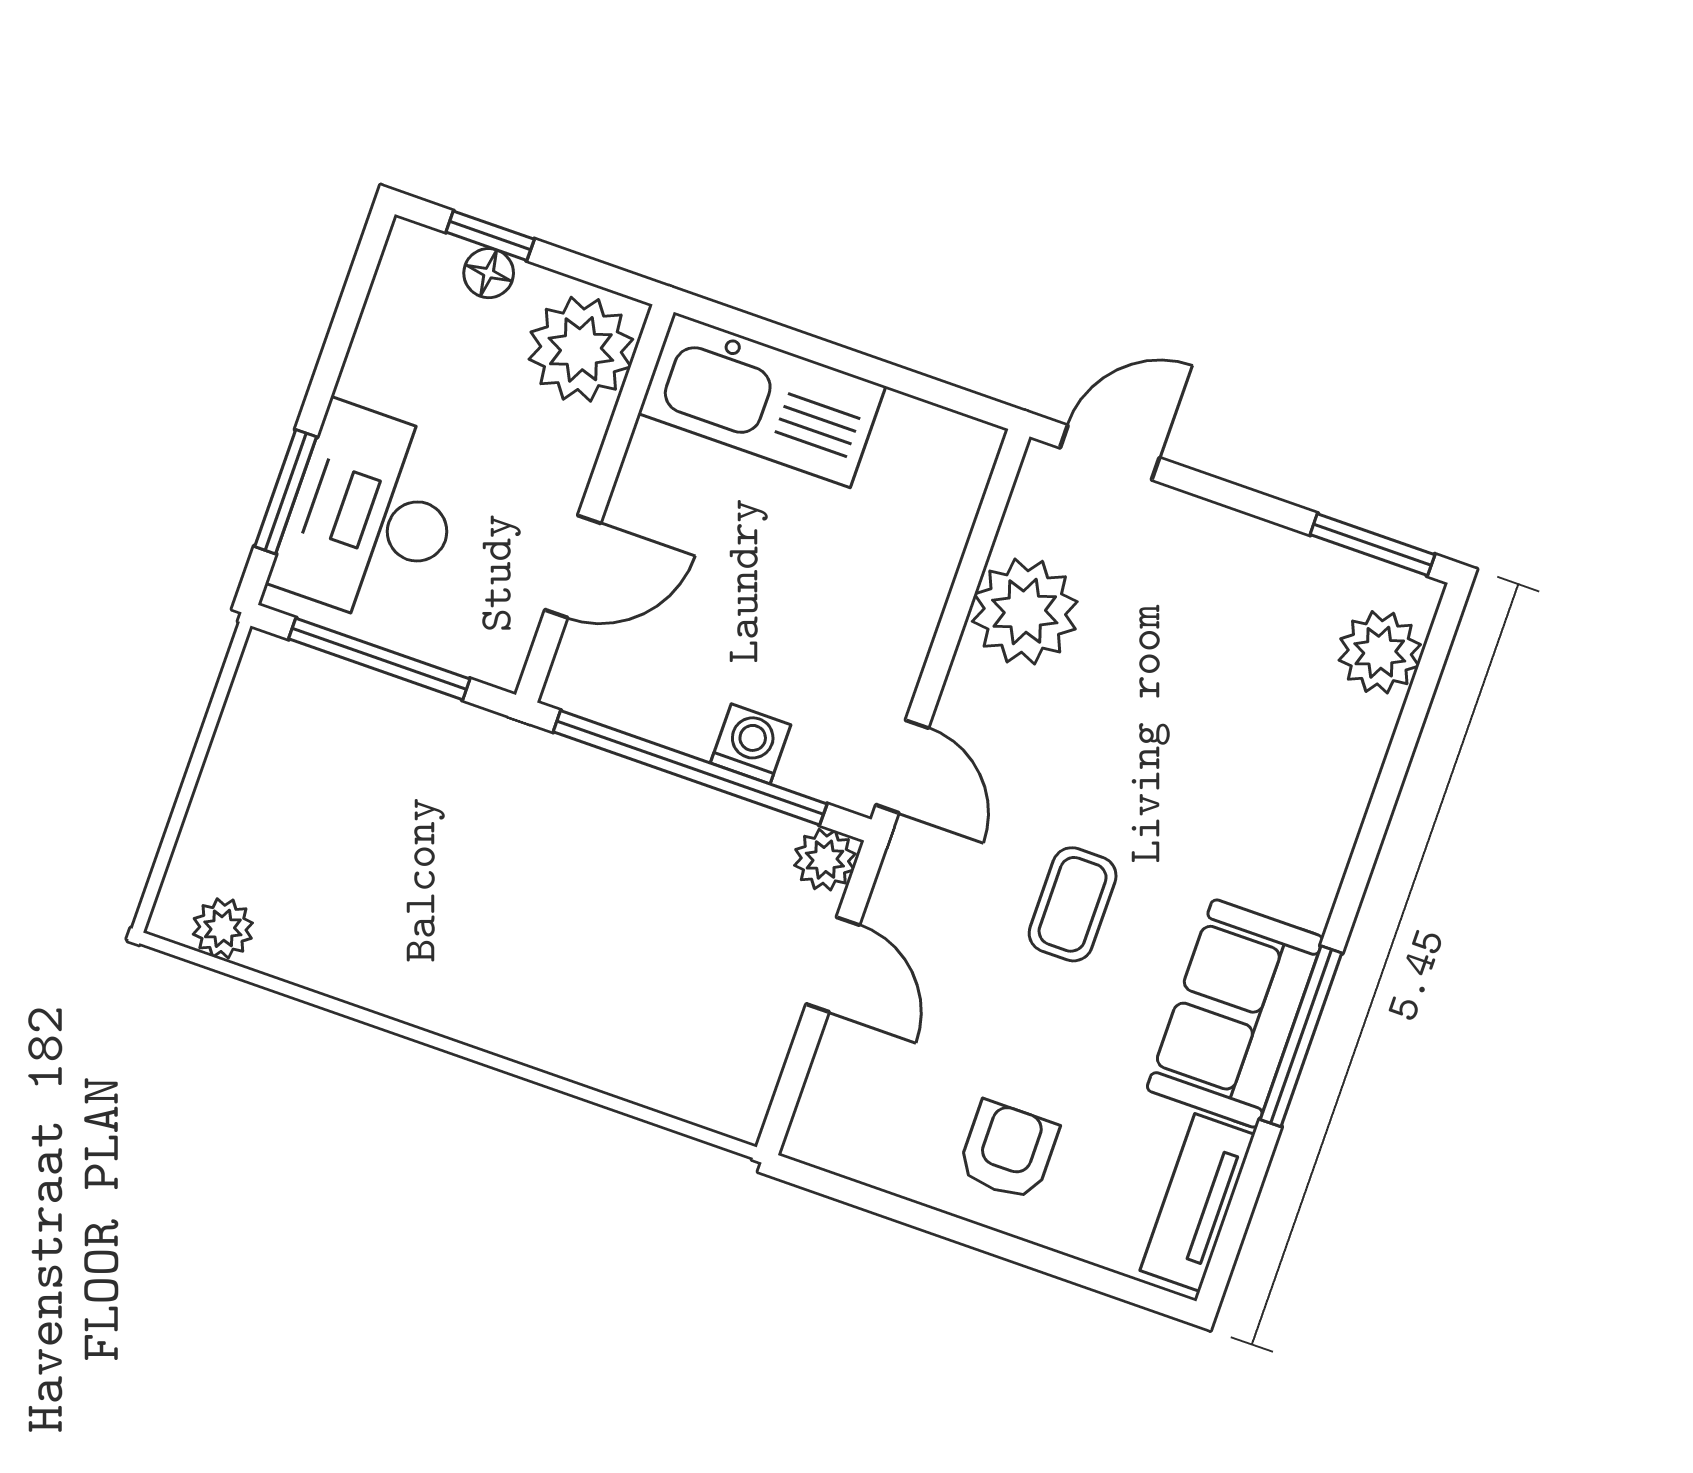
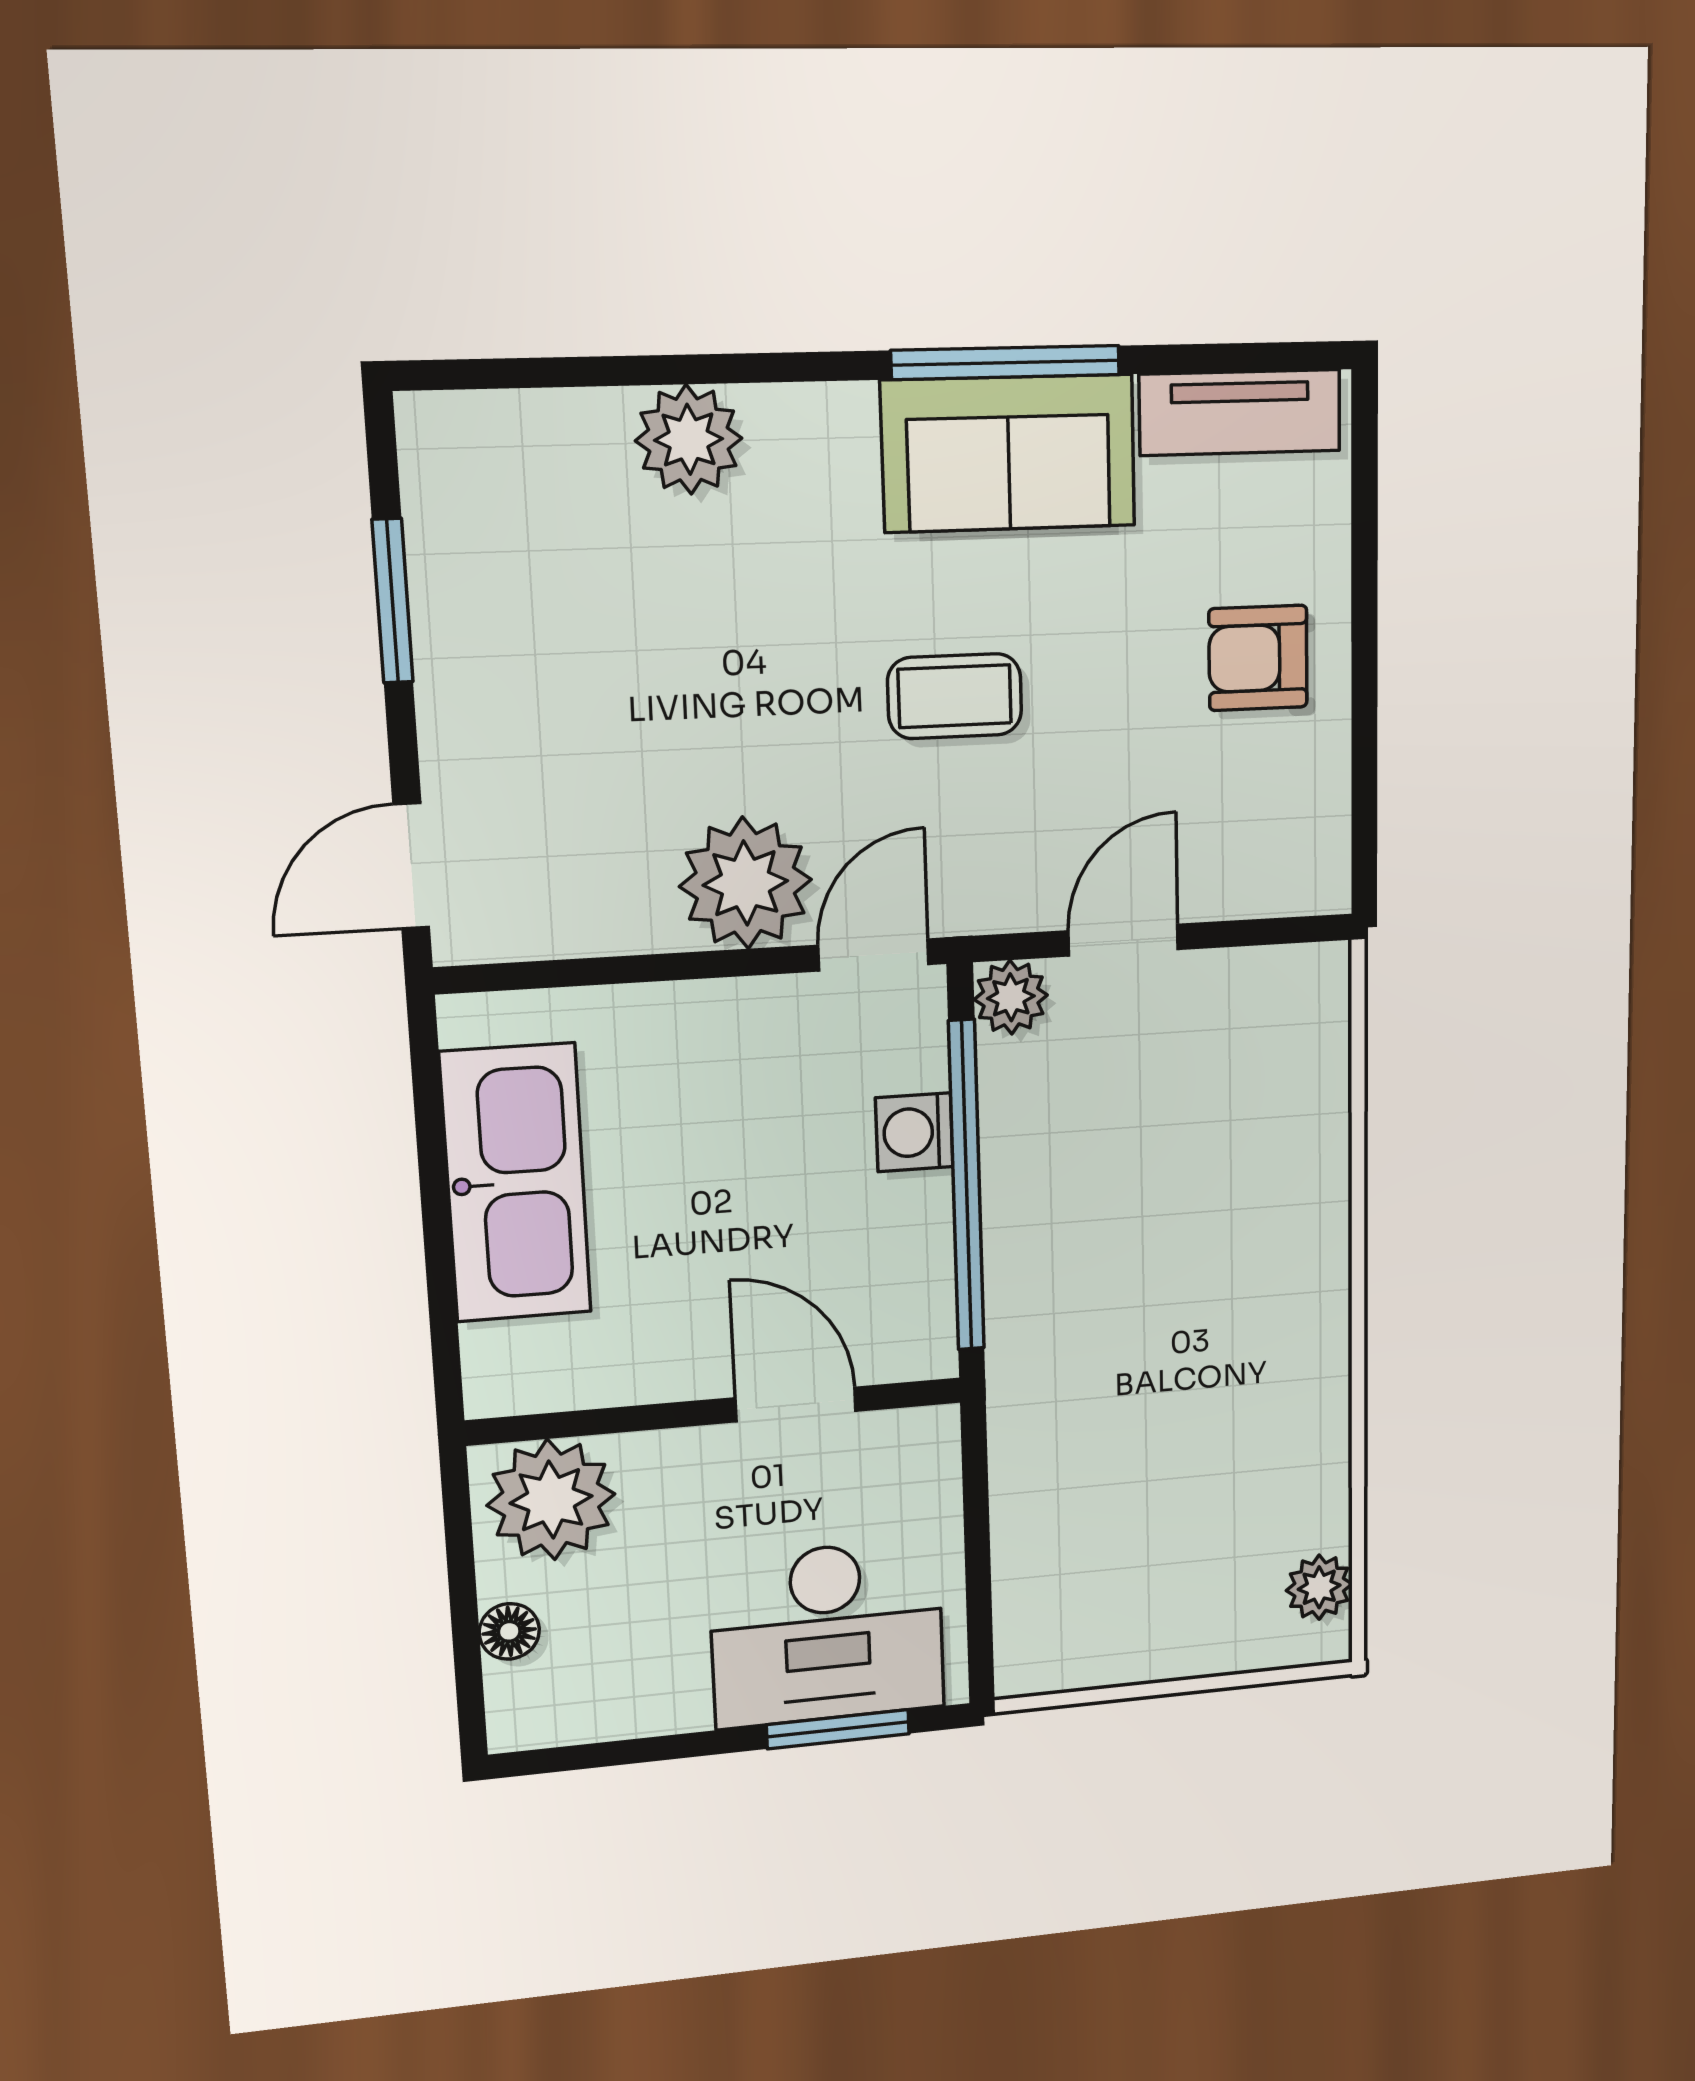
window: (490, 236) -> (467, 1648), removed
kitchen sink: (762, 400) -> (516, 1183), moved
door: (1110, 453) -> (411, 866), hinge flipped
window: (1372, 545) -> (393, 601), moved
plant: (1025, 612) -> (745, 883), moved
plant: (1380, 652) -> (689, 439), moved
window: (379, 659) -> (978, 1558), removed

